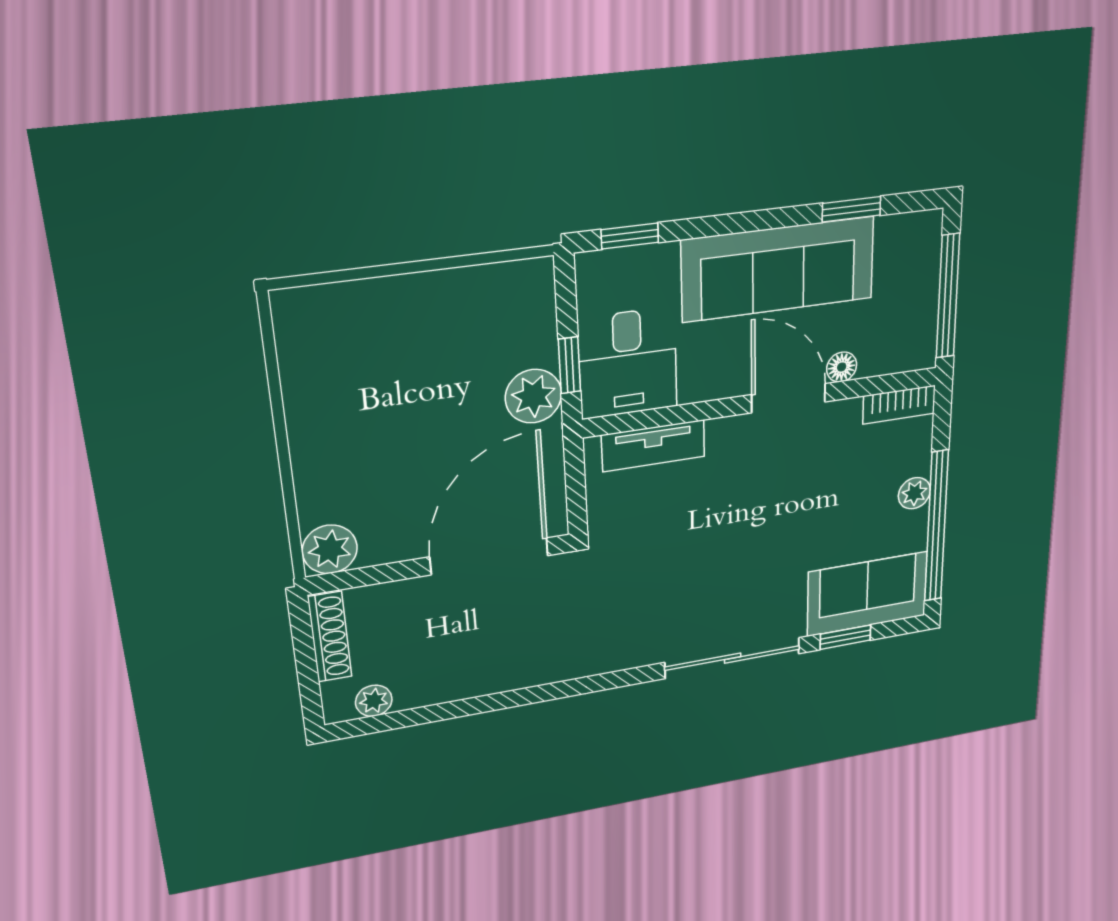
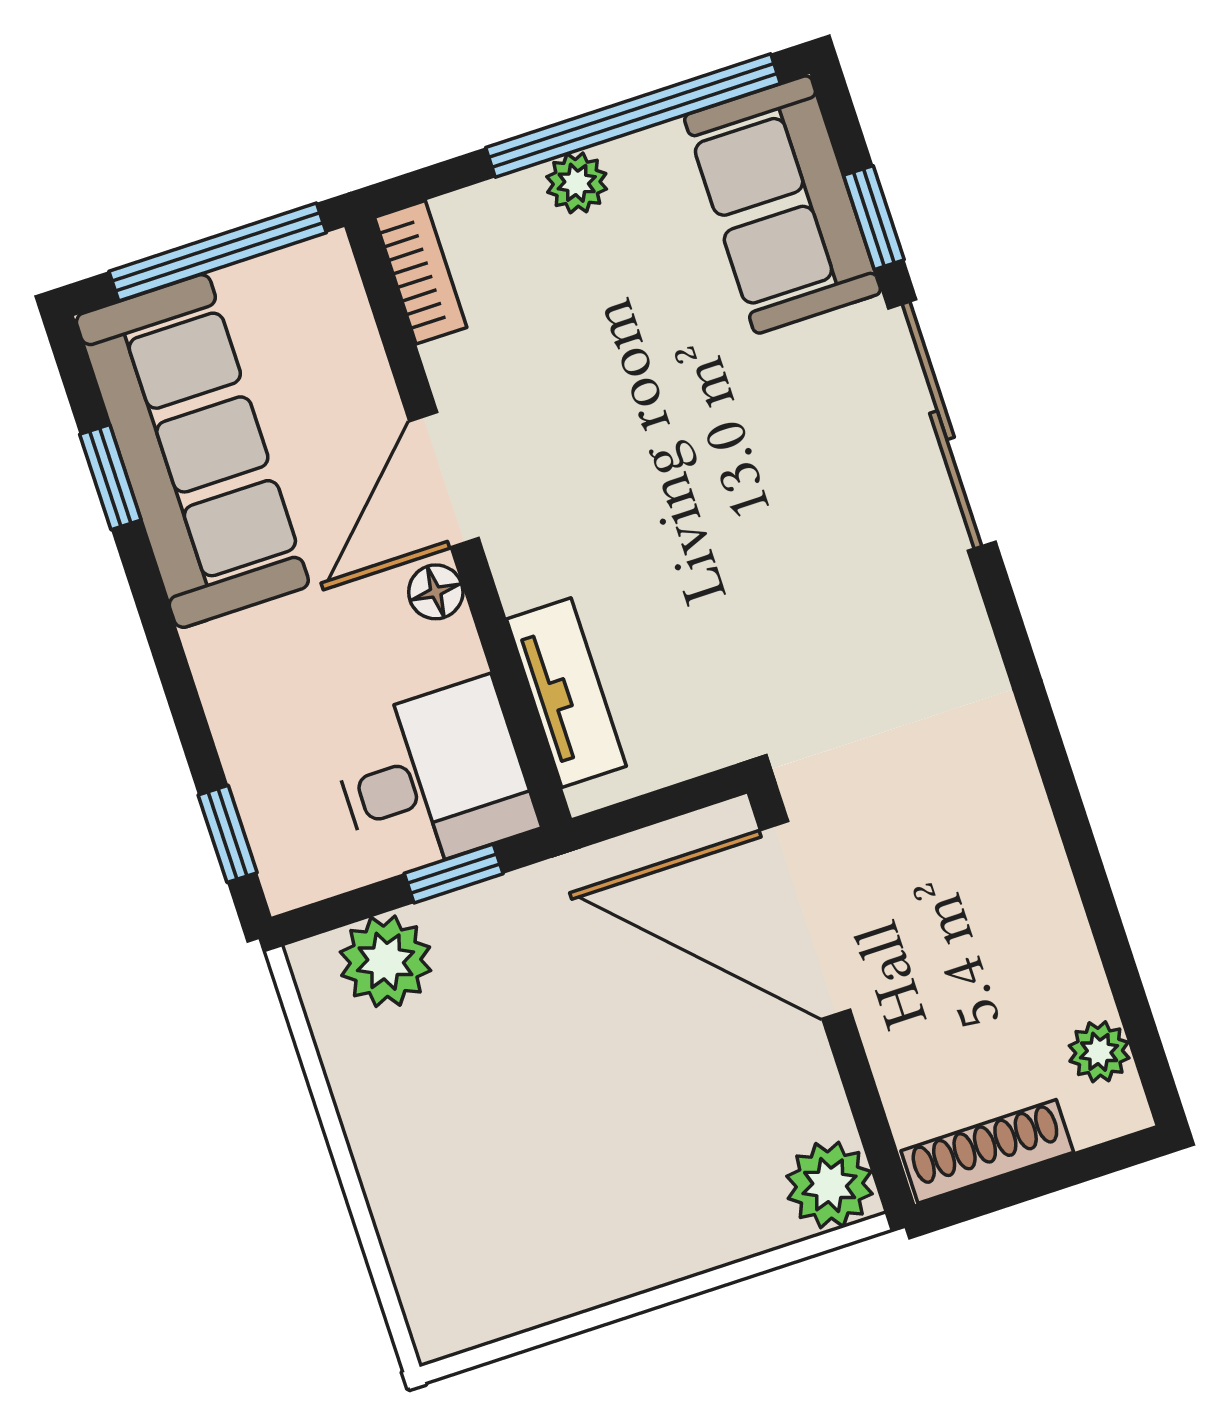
sofa: (778, 269) -> (192, 451), moved
floor lamp: (842, 367) -> (436, 592), moved
plant: (533, 396) -> (386, 961), moved

